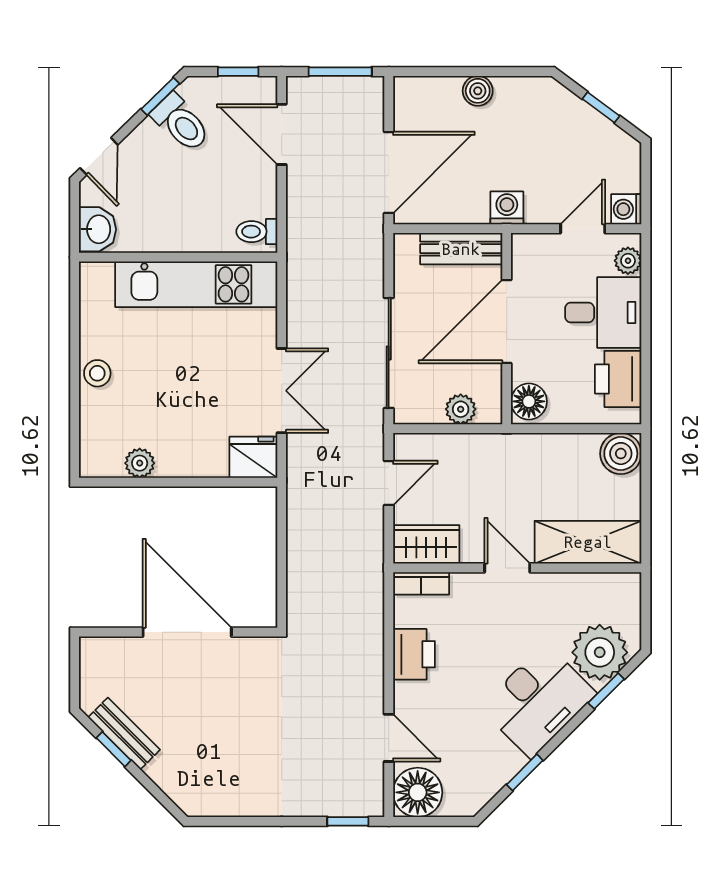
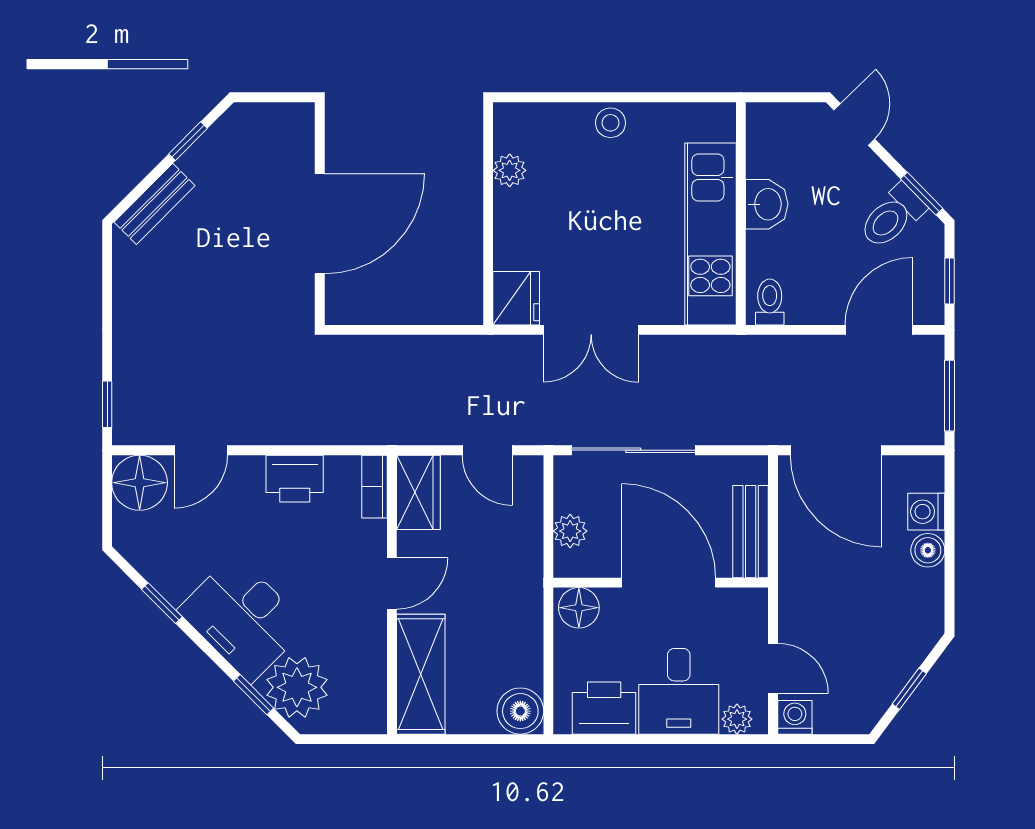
door: (99, 156) -> (854, 124), swing flipped
washing machine: (507, 208) -> (926, 512), moved, turned 180
washbasin: (98, 229) -> (767, 204), moved, turned -90
bench: (124, 734) -> (155, 204), moved

